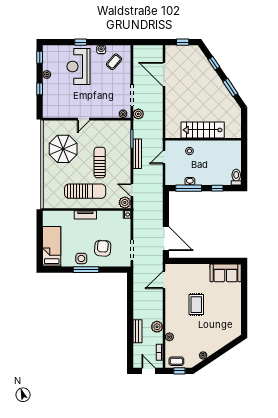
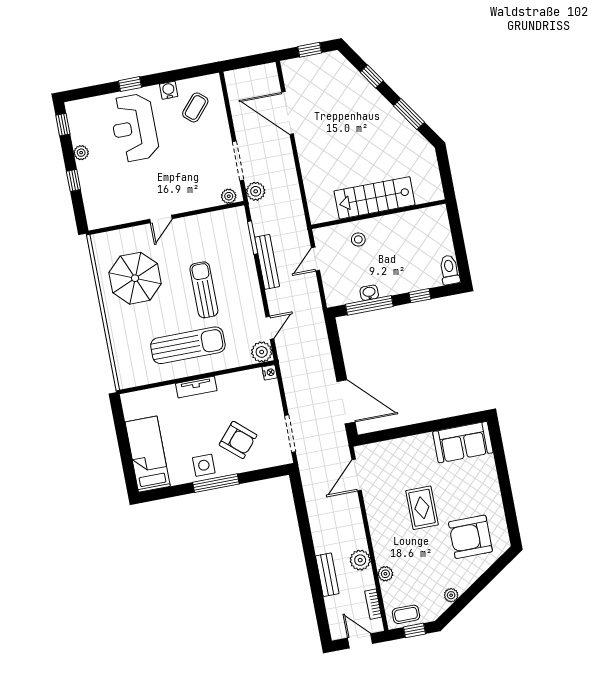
door: (132, 190) -> (270, 328), swing flipped
armchair: (103, 248) -> (238, 440), turned 127
armchair: (220, 325) -> (470, 537), added

